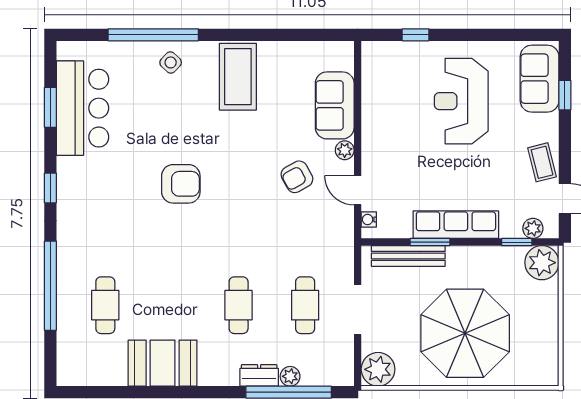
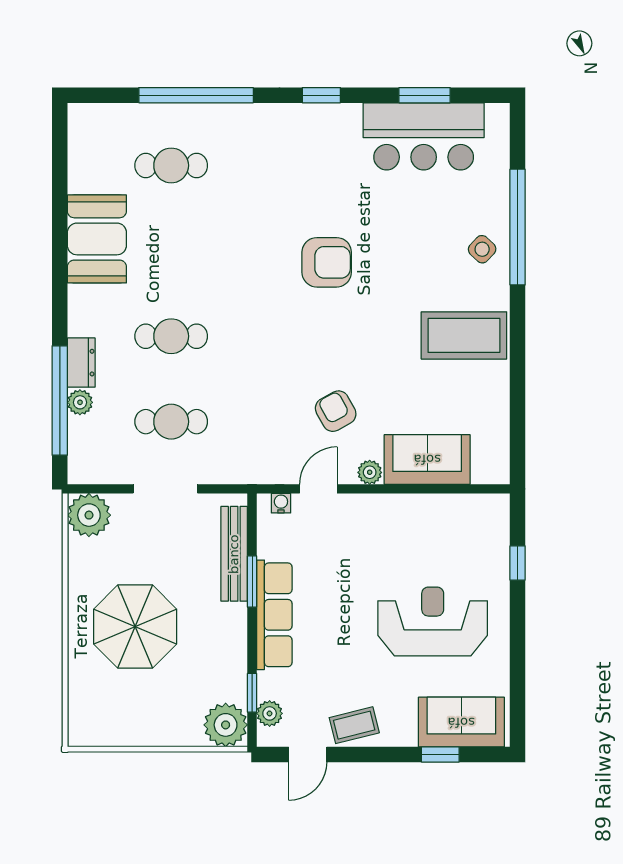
armchair: (181, 184) -> (327, 262), turned -90
parasol: (465, 333) -> (135, 627), width x0.73, depth x0.73

